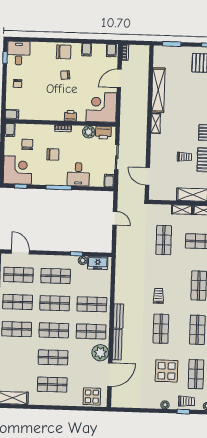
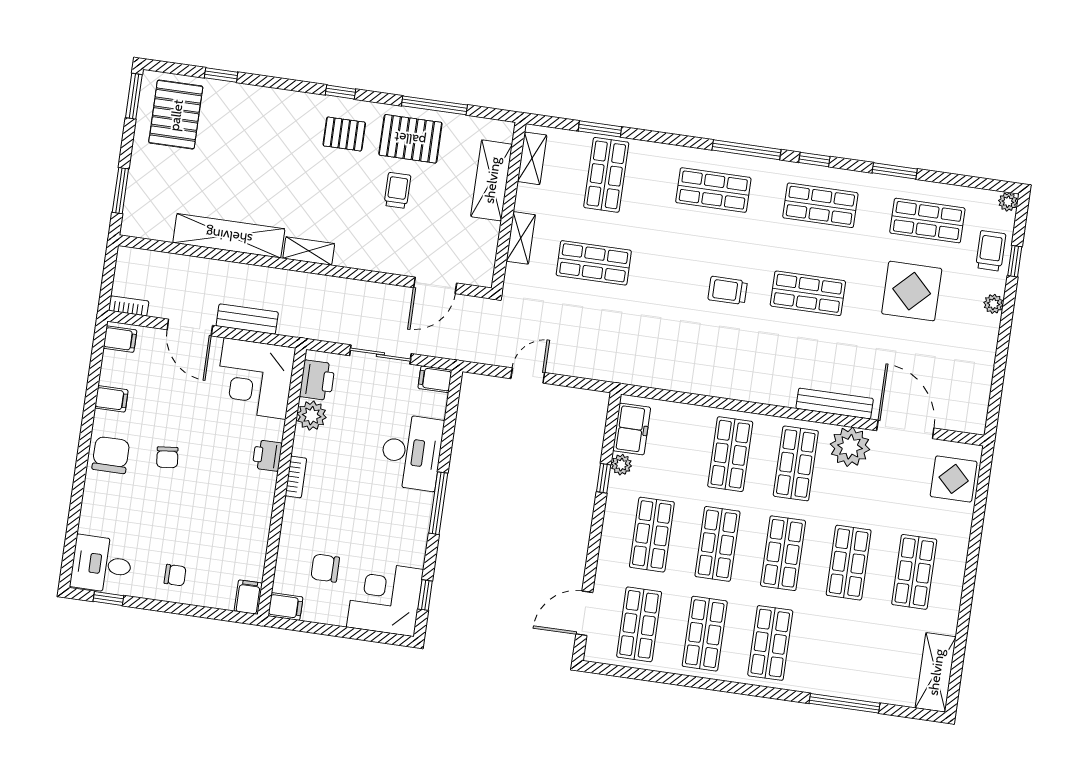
chair: (53, 154) -> (356, 508), removed
desk: (78, 174) -> (412, 452), width x1.37
shelving: (182, 210) -> (521, 238), moved
bench: (118, 316) -> (247, 319), moved

